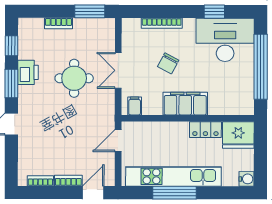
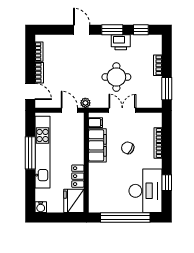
filing cabinet: (185, 104) -> (97, 145), moved
plant: (108, 119) -> (85, 103), added

